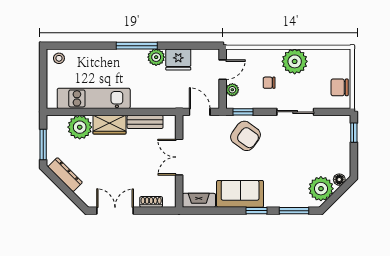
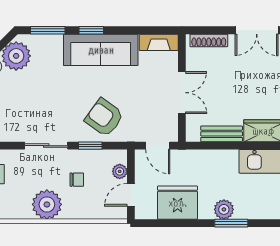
window: (137, 46) -> (231, 223), width x0.69
plant: (156, 57) -> (224, 209), moved
fridge: (178, 59) -> (178, 203), width x1.36, depth x1.34
window: (243, 112) -> (90, 146), moved
sofa: (240, 194) -> (101, 50), width x1.36
shoe rack: (151, 202) -> (209, 40), width x1.43

